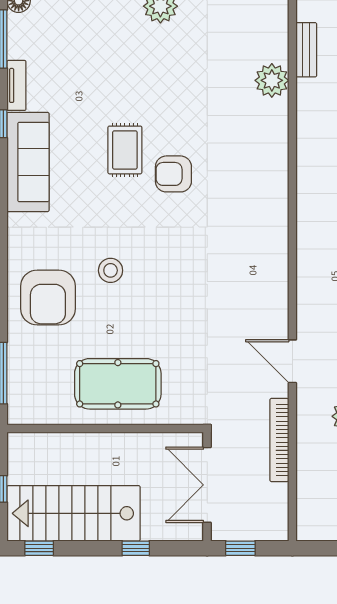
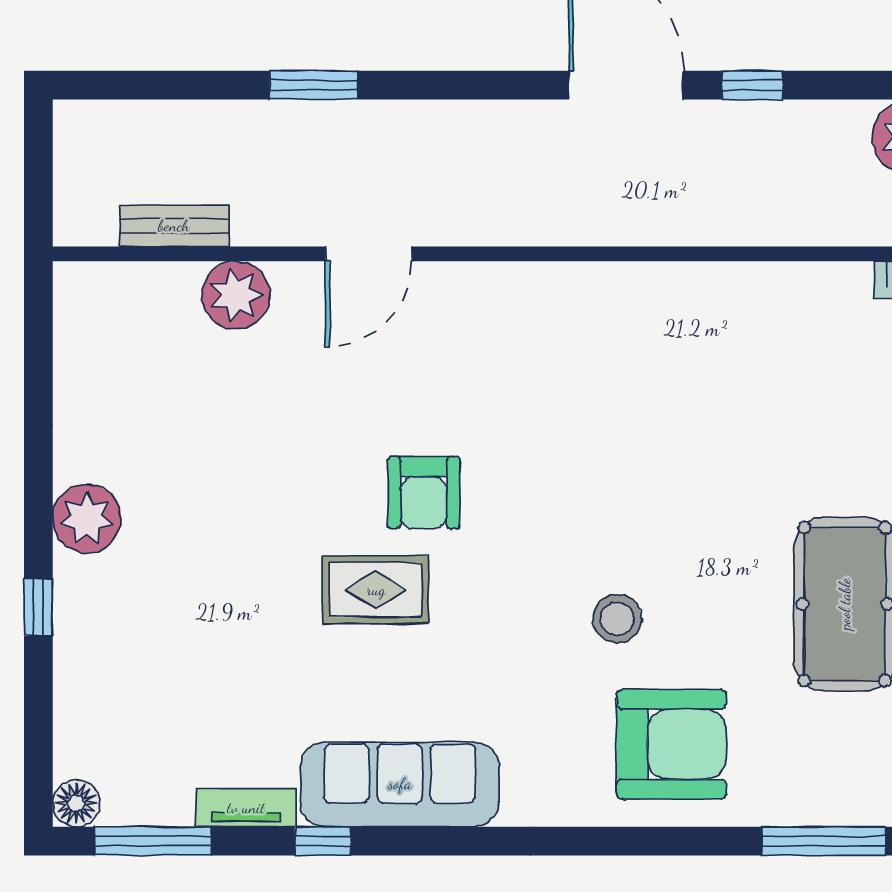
door: (292, 361) -> (369, 254), moved

